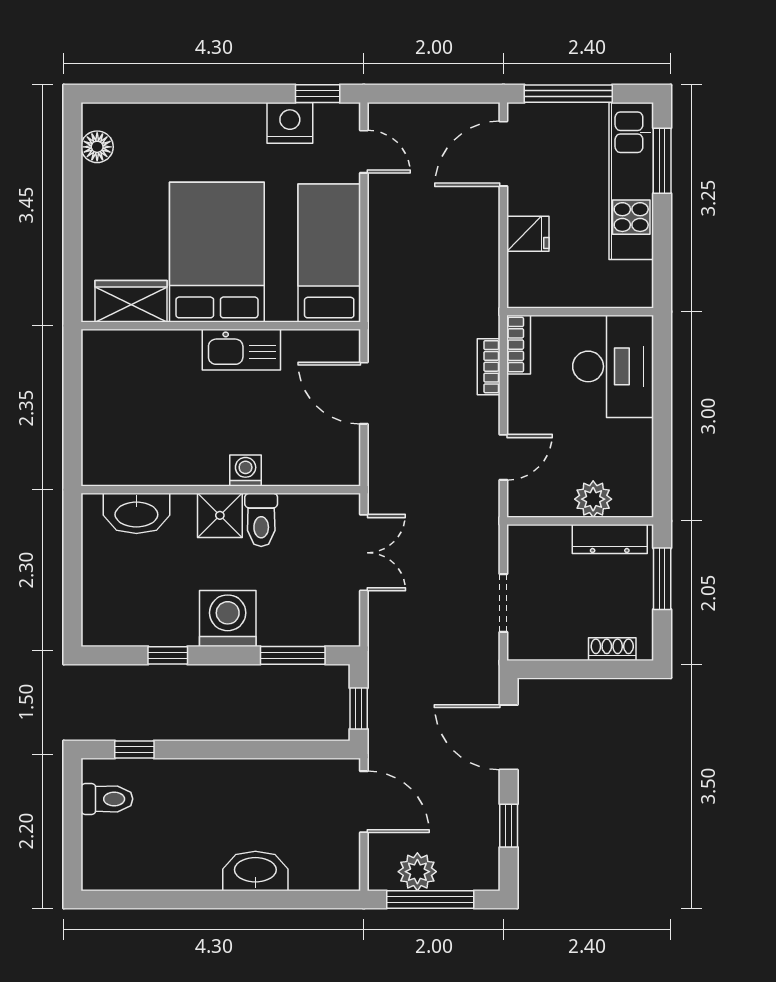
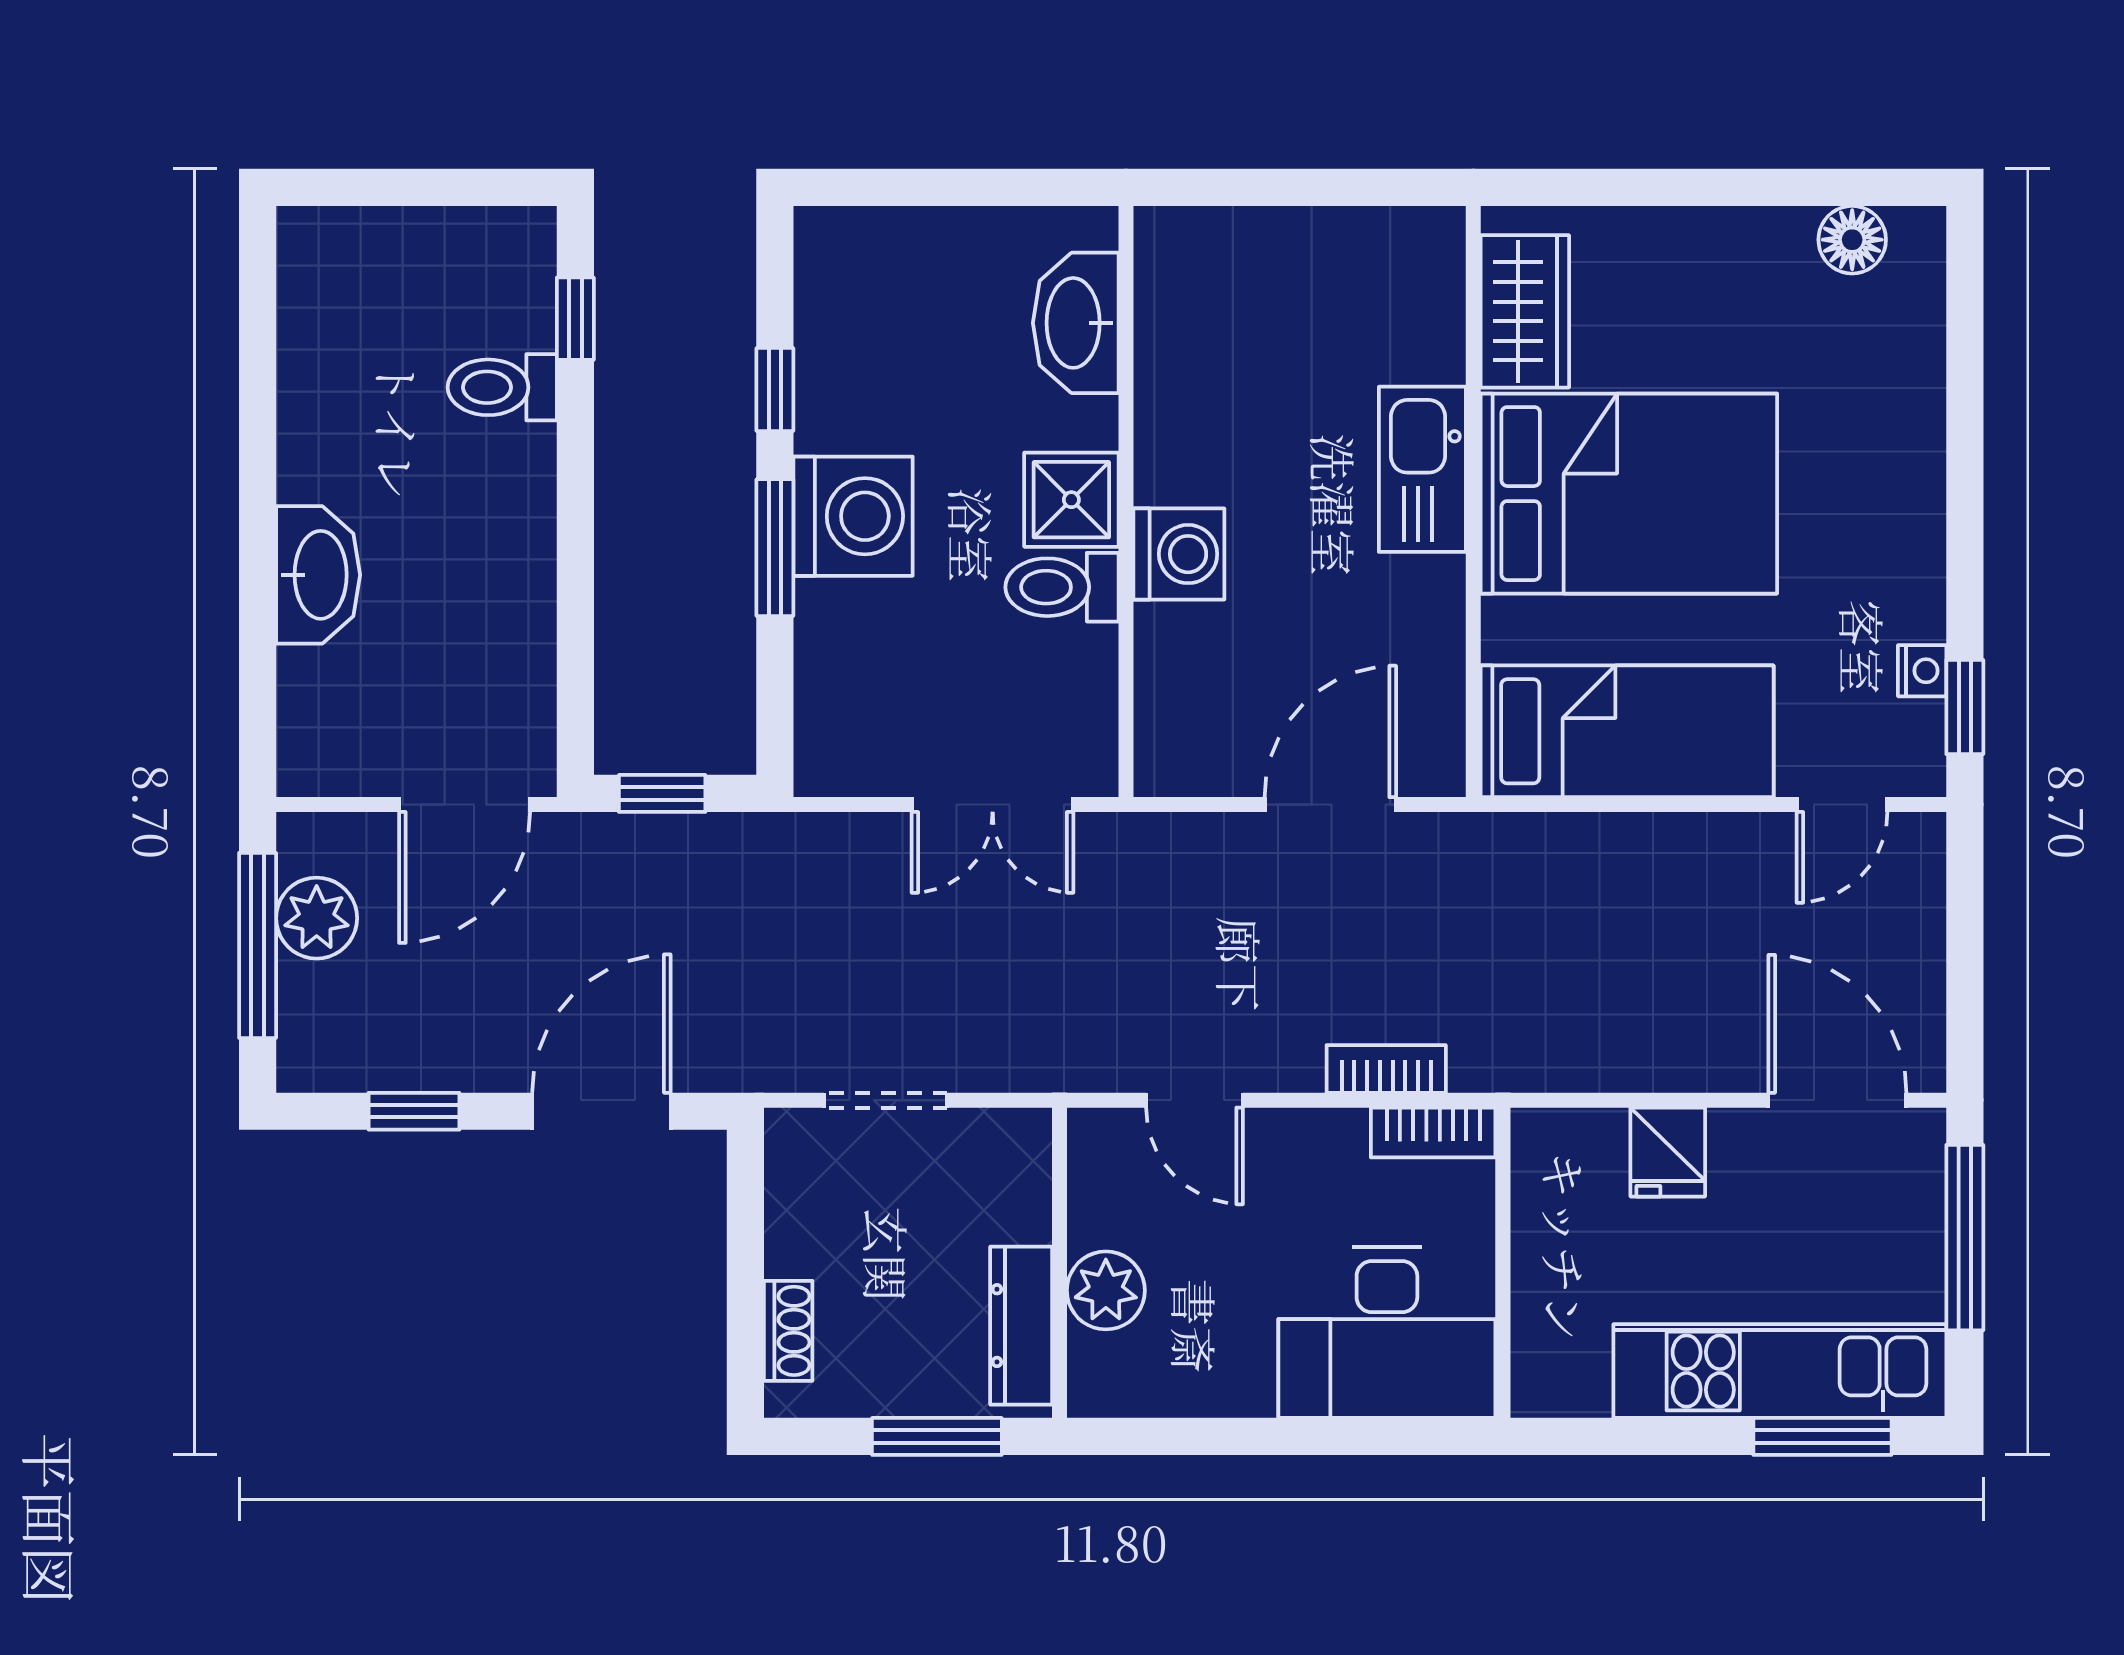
nightstand: (290, 123) -> (1922, 671), width x0.53, depth x0.56
kitchen sink: (241, 350) -> (1422, 469), moved
washing machine: (246, 470) -> (1179, 554), width x1.38, depth x1.38
window: (293, 655) -> (775, 548), moved
toilet: (107, 799) -> (502, 387), moved, turned 90

